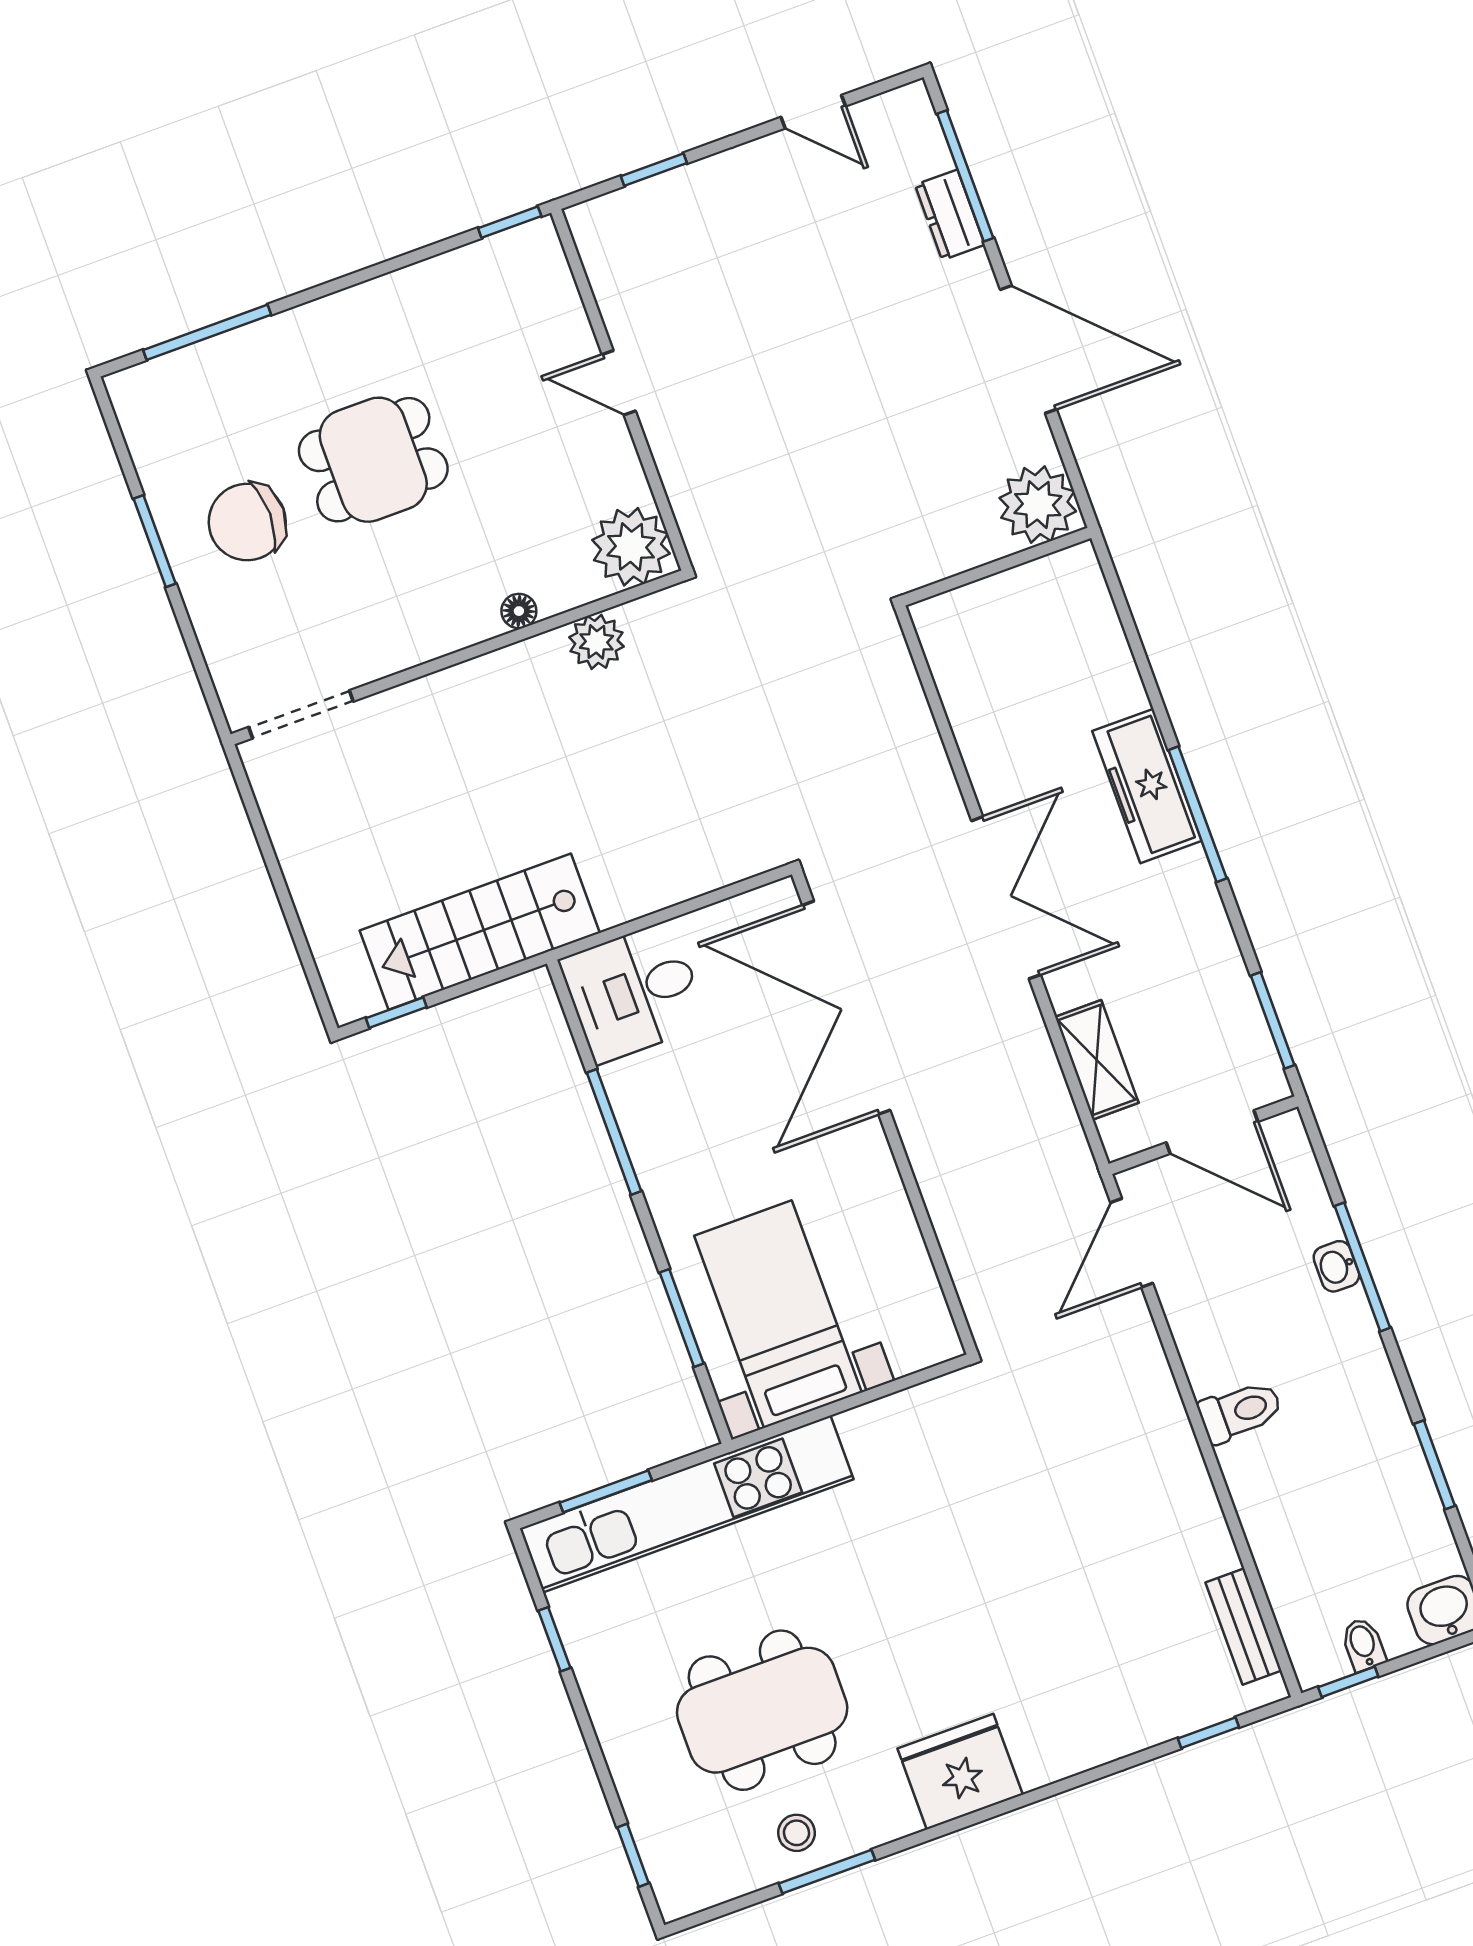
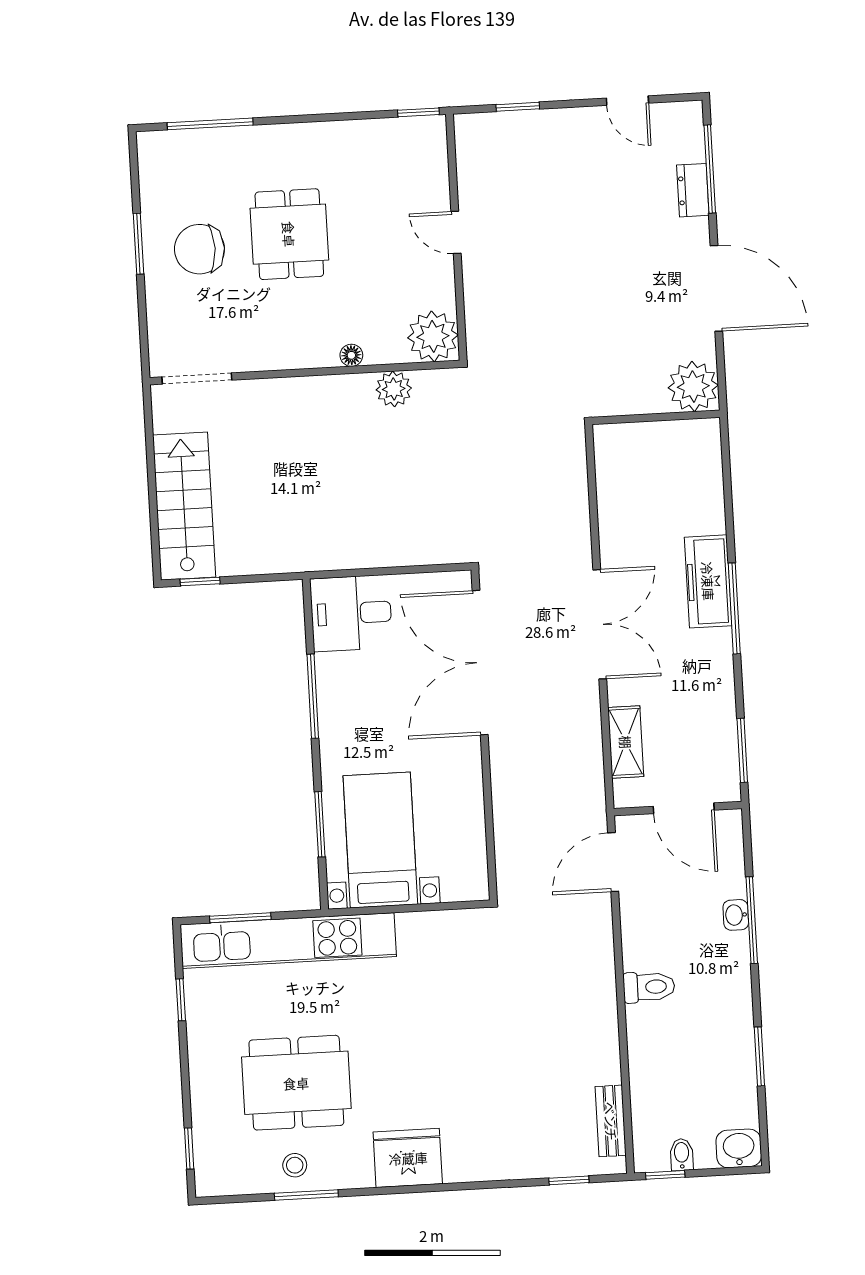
dining table: (373, 460) -> (289, 234), turned 90
stairs: (480, 932) -> (184, 506), moved, turned 90

